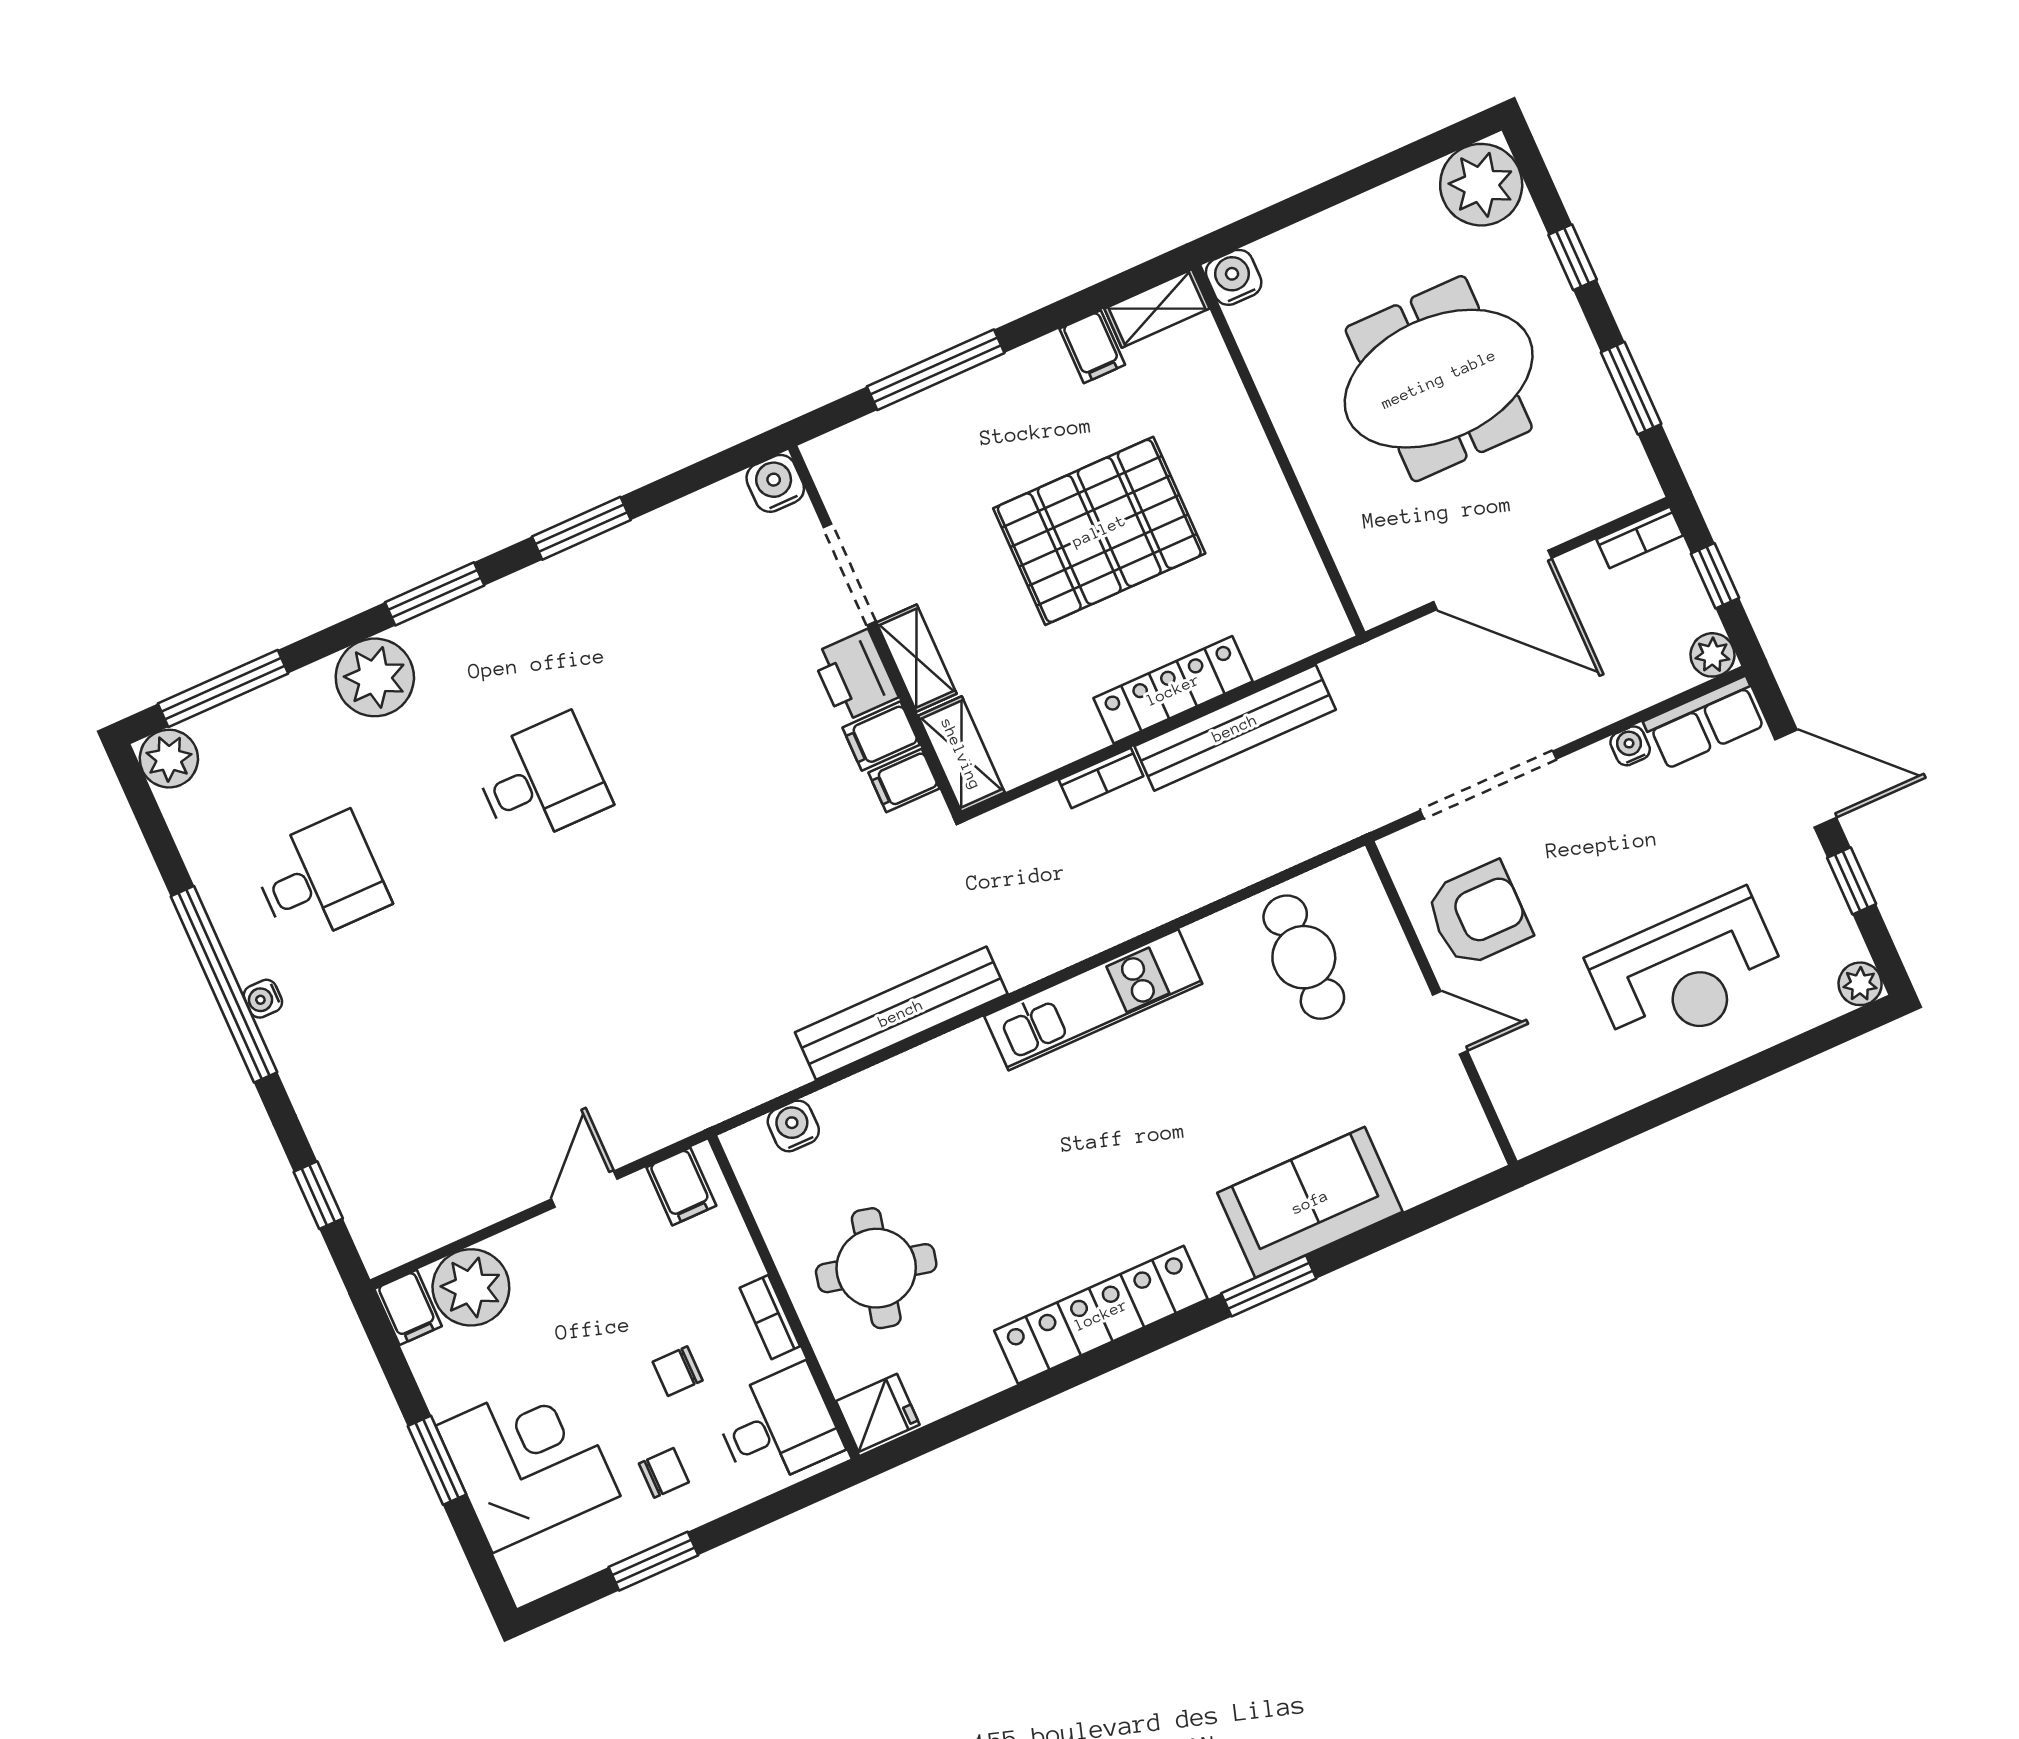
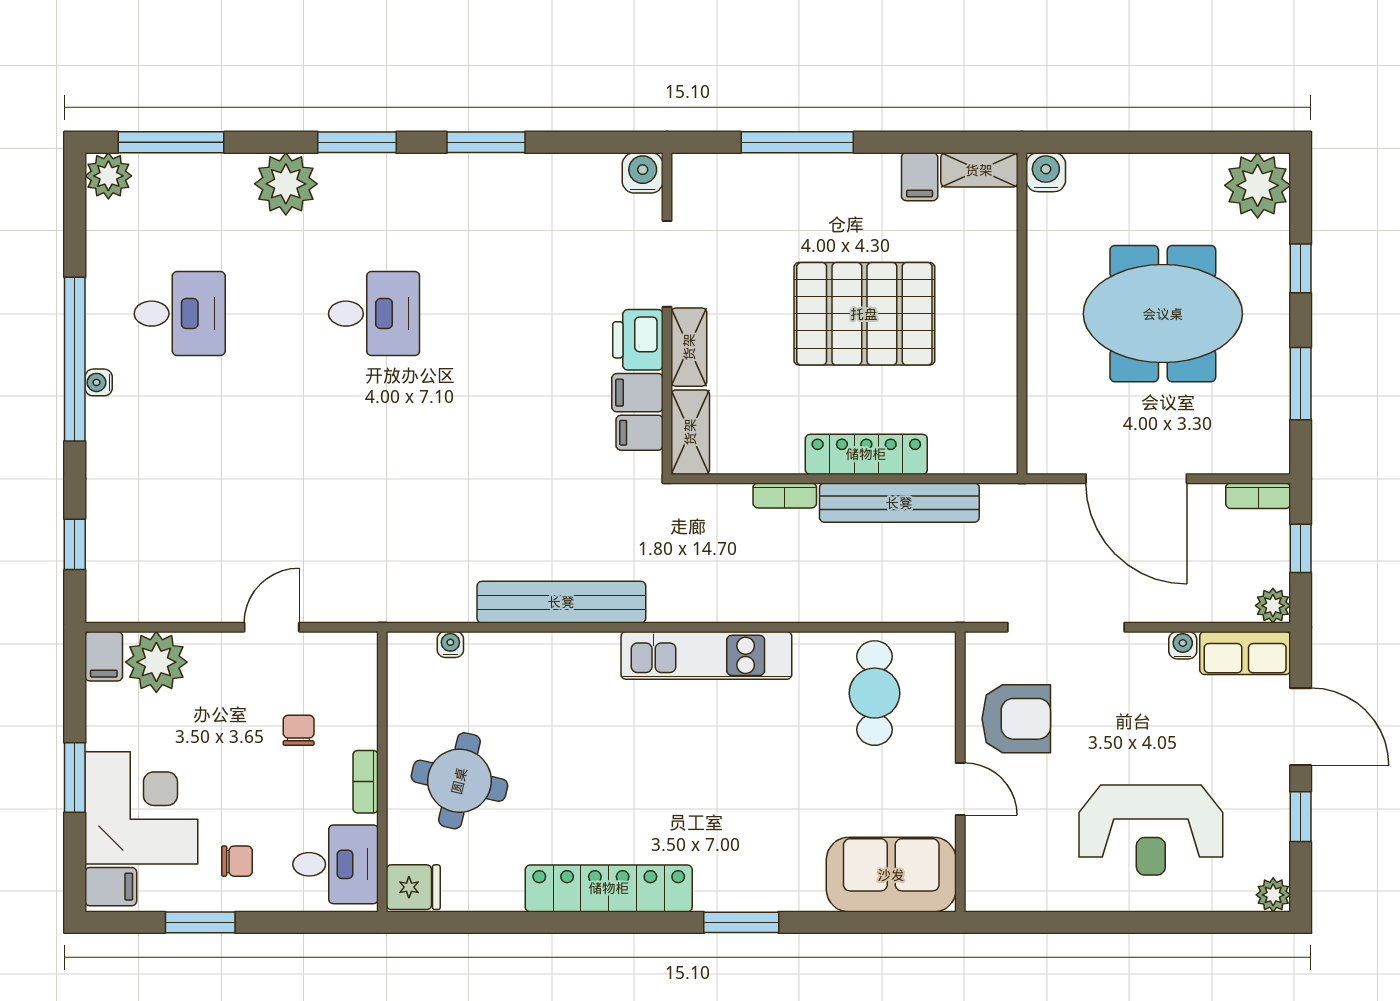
water cooler: (793, 1126) -> (450, 644), width x0.72, depth x0.72
filing cabinet: (681, 1186) -> (111, 887), moved, turned -90
sofa: (1310, 1202) -> (891, 875), moved
chair: (678, 1371) -> (299, 730), moved, turned 90

